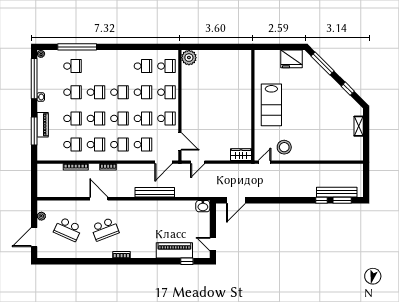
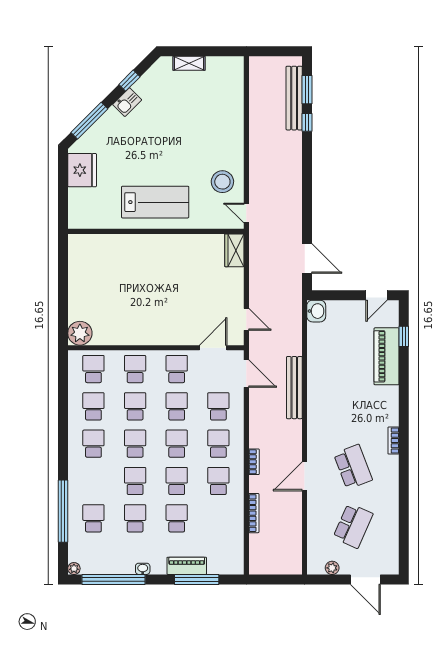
kitchen sink: (334, 87) -> (127, 102), added
school desk: (72, 145) -> (93, 444), moved

